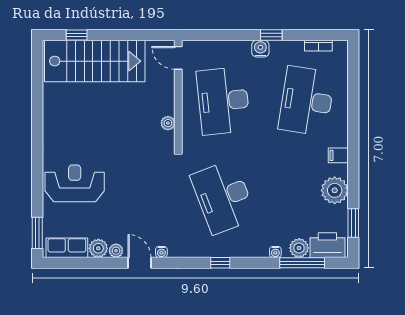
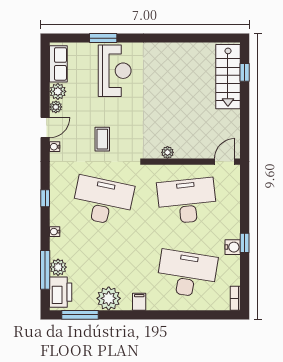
bookcase: (318, 46) -> (235, 298), moved
water cooler: (260, 49) -> (233, 247), moved
stairs: (95, 61) -> (228, 77), width x0.73, depth x0.66
desk: (223, 197) -> (103, 201), turned 33
coffee table: (153, 198) -> (102, 139), added
window: (353, 223) -> (80, 315), width x1.44
window: (37, 233) -> (103, 38), moved
water cooler: (275, 252) -> (55, 232), moved

